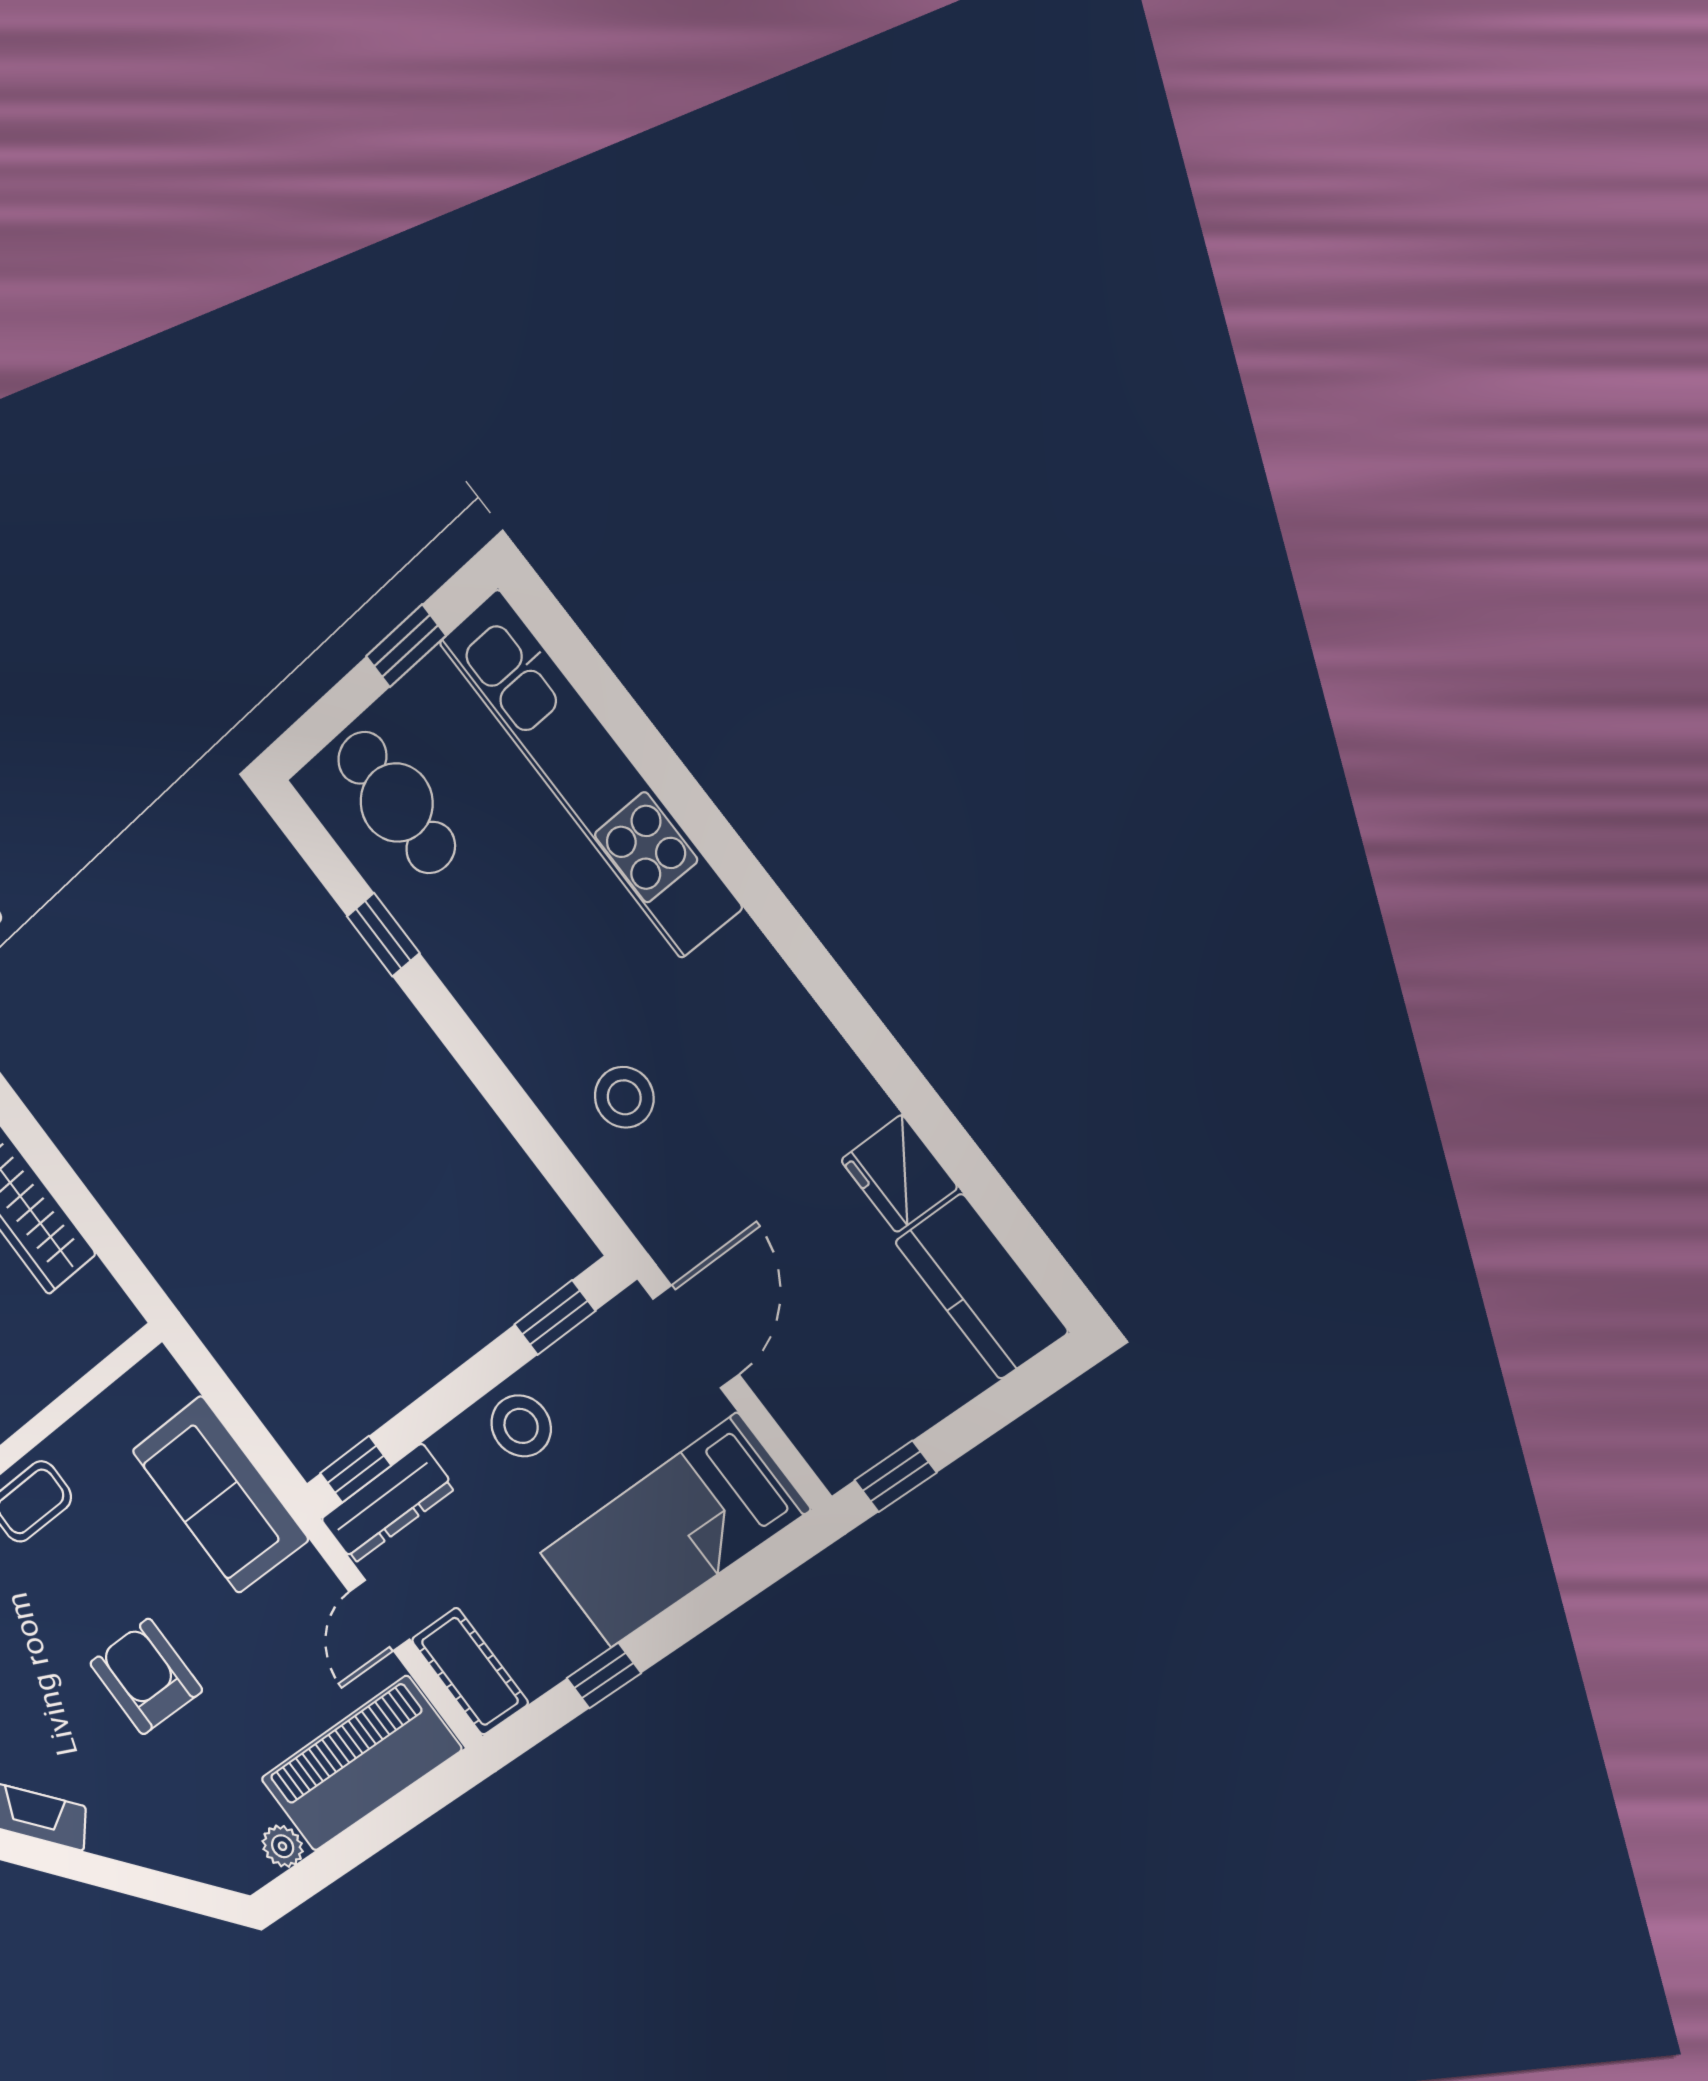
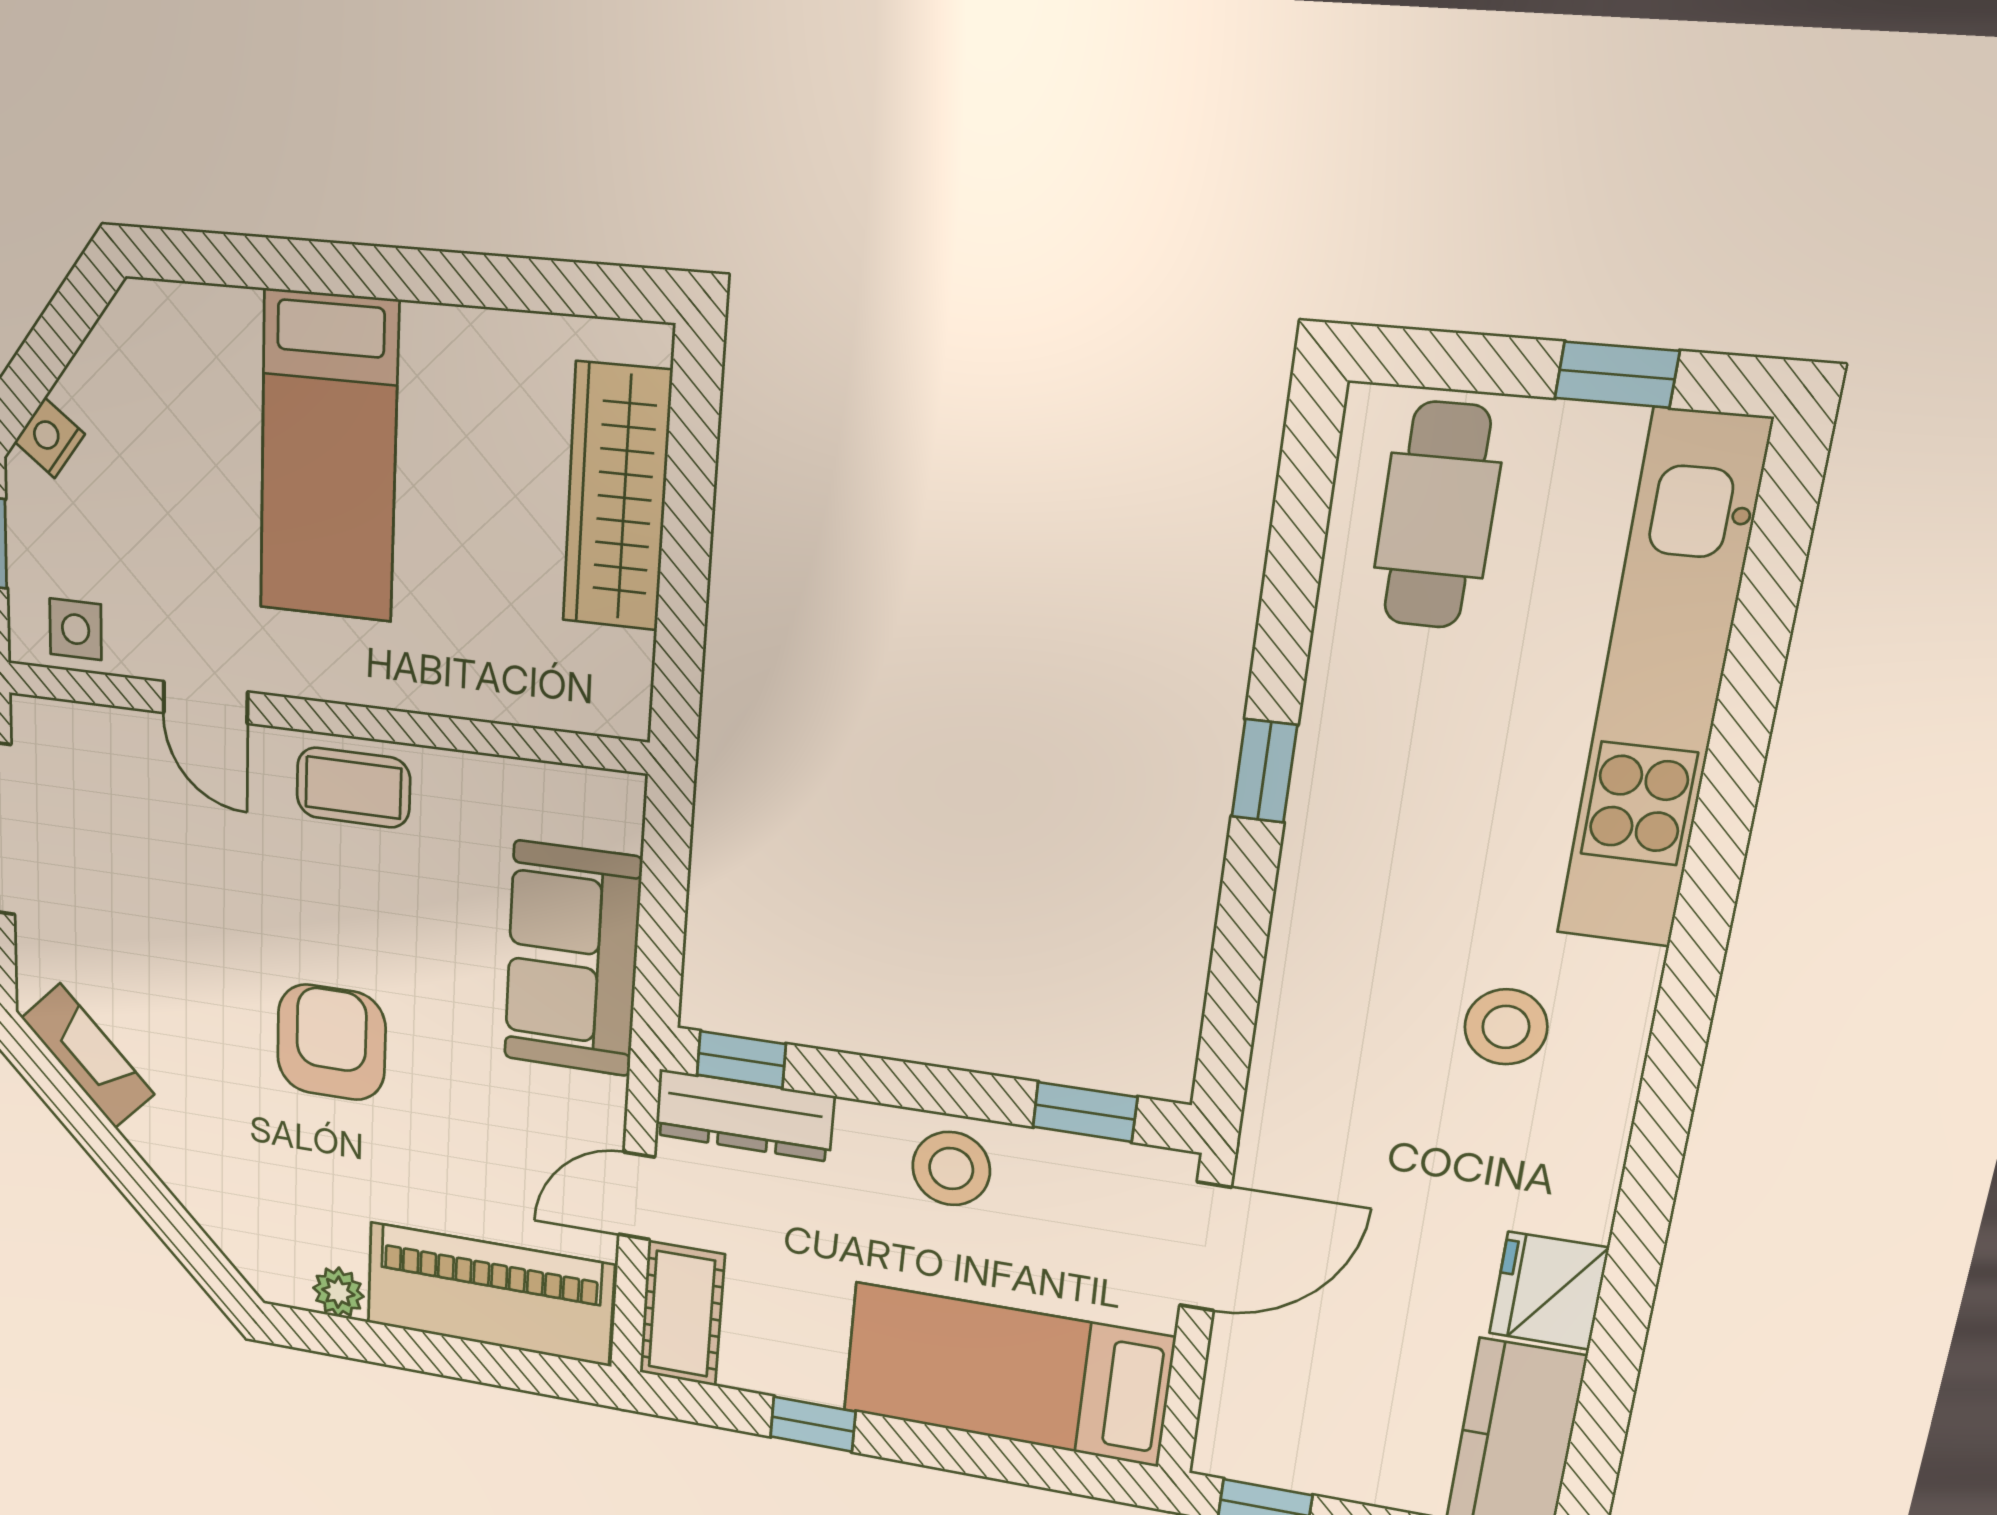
window: (383, 935) -> (1264, 771), moved
stool: (624, 1097) -> (1506, 1027), moved

